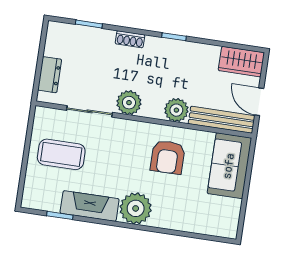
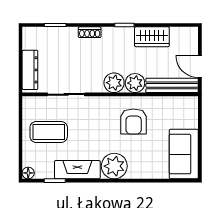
wardrobe: (241, 62) -> (152, 37), moved
dresser: (50, 75) -> (30, 70), width x1.44
plant: (129, 103) -> (114, 83), moved
sofa: (229, 166) -> (184, 154), moved
floor lamp: (28, 201) -> (28, 173), added

